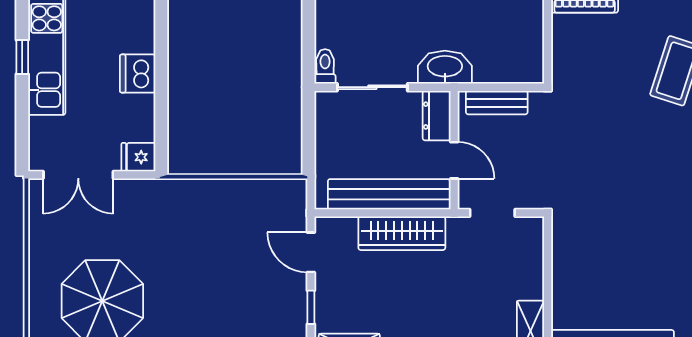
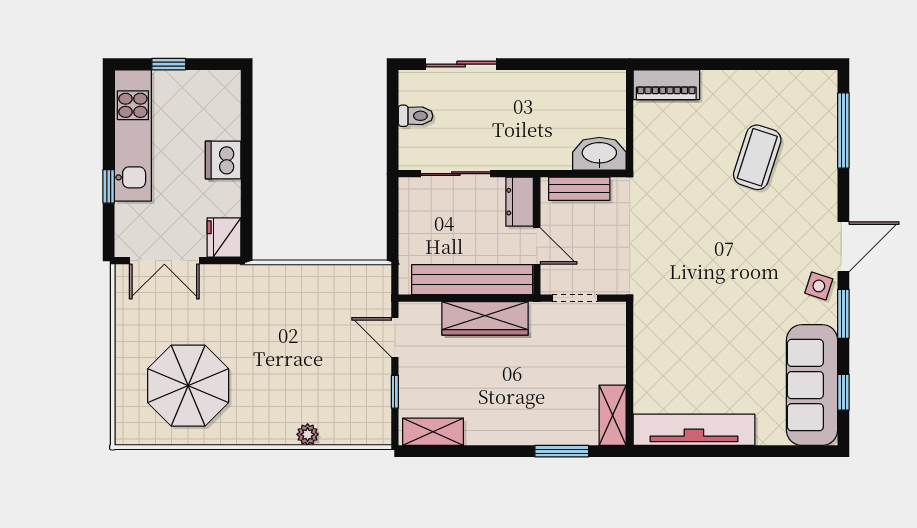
window: (22, 57) -> (109, 186), moved
toilet: (325, 66) -> (416, 116), moved, turned 90
washbasin: (445, 67) -> (599, 154), moved
fridge: (138, 157) -> (224, 237), width x1.38

